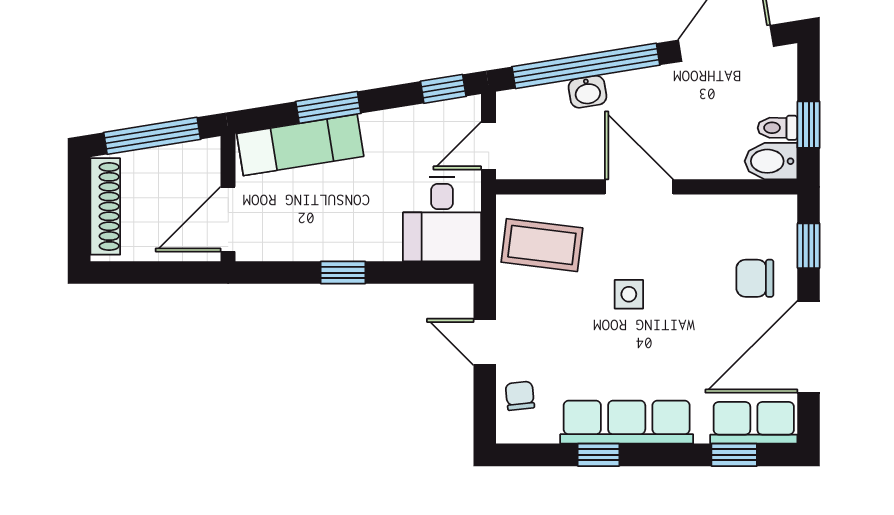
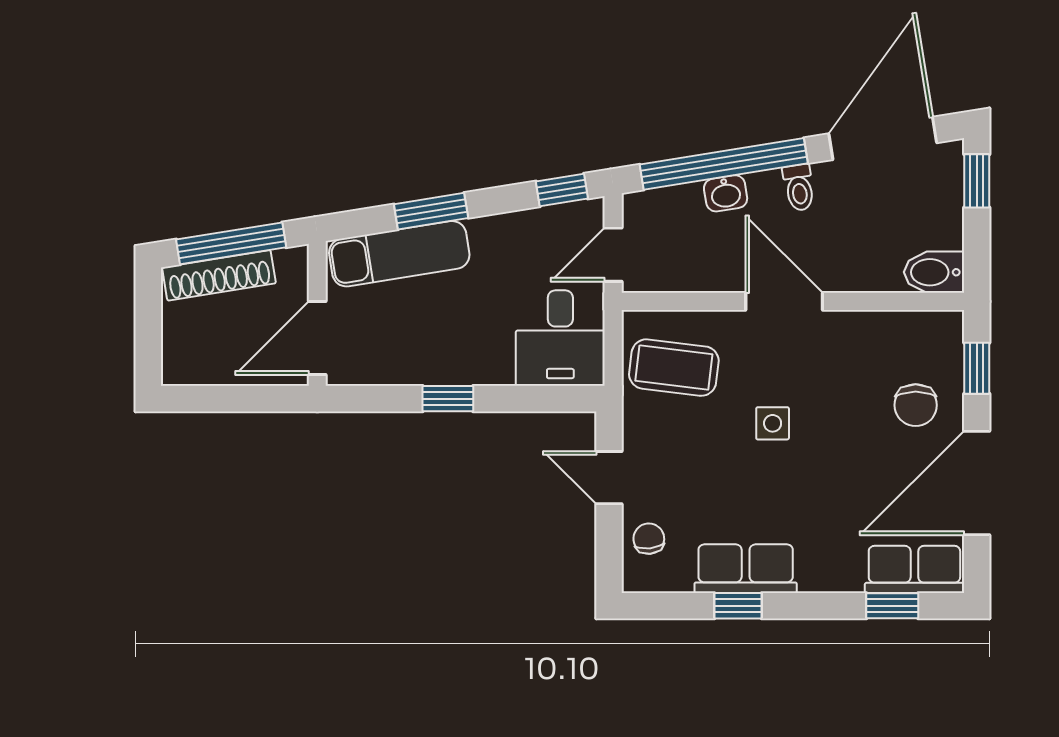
window: (809, 125) -> (977, 181), moved
toilet: (778, 128) -> (799, 188), moved, turned -99
shoe rack: (105, 206) -> (219, 275), moved, turned 81
chair: (755, 278) -> (916, 405), turned -90
row of seats: (627, 422) -> (746, 569), width x0.68

